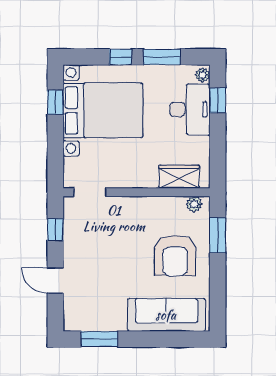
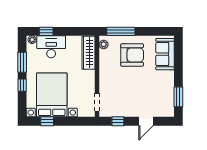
wardrobe: (179, 177) -> (88, 53), width x1.50
window: (218, 235) -> (121, 31), width x1.44
sofa: (166, 315) -> (165, 54), width x0.73

